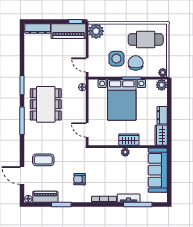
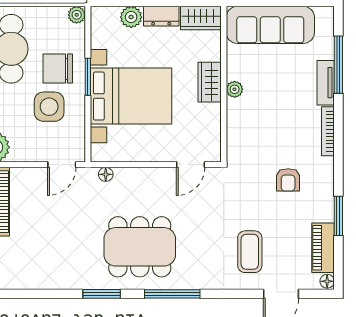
plant: (162, 85) -> (131, 17), moved

